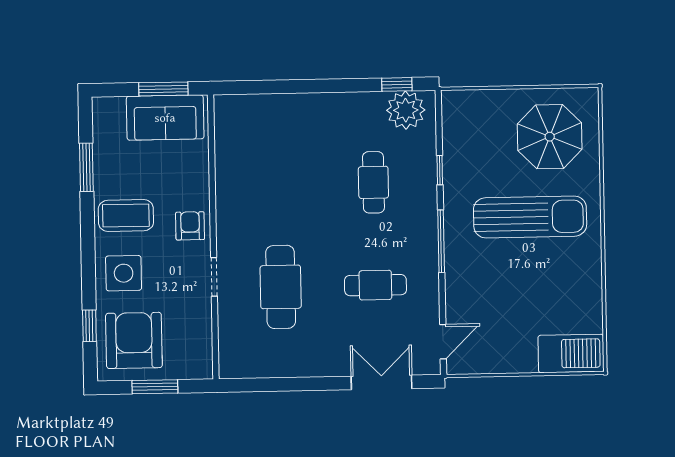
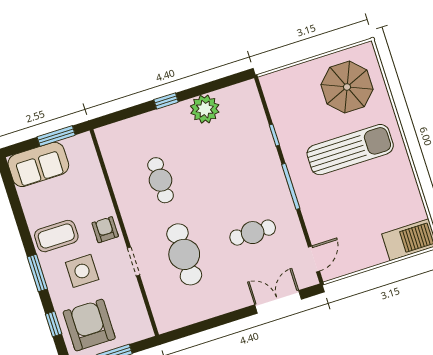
window: (397, 84) -> (166, 101), moved
plant: (406, 110) -> (205, 109), moved
sofa: (165, 118) -> (38, 164), moved
window: (86, 167) -> (37, 273), moved
cafe table: (373, 182) -> (161, 180), moved
side table: (124, 273) -> (82, 271), moved

